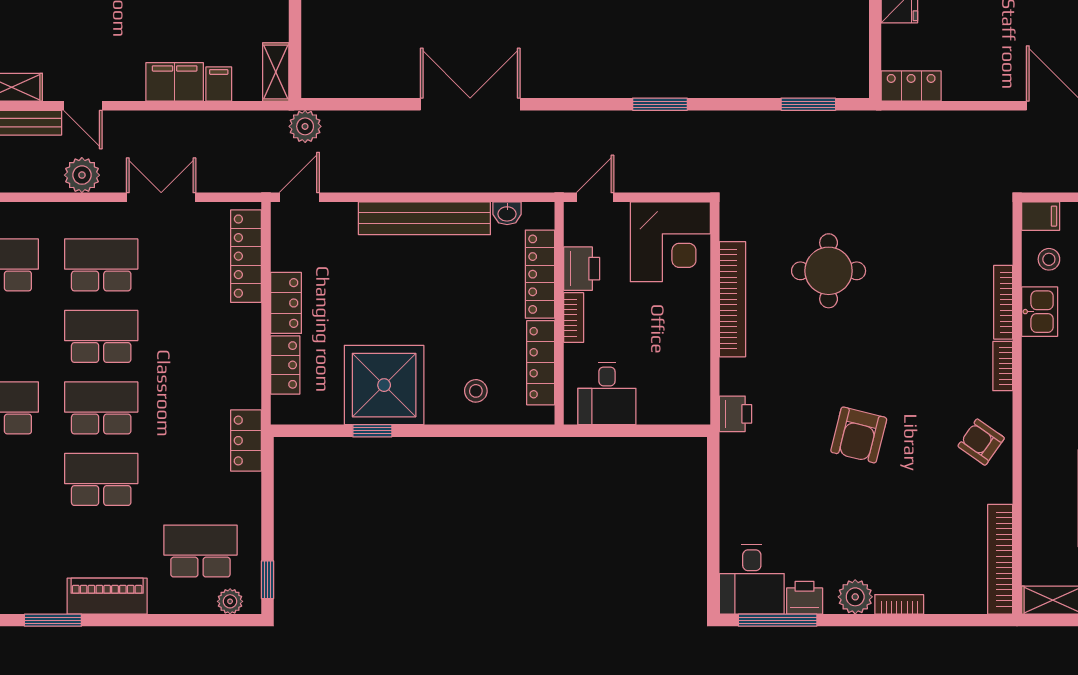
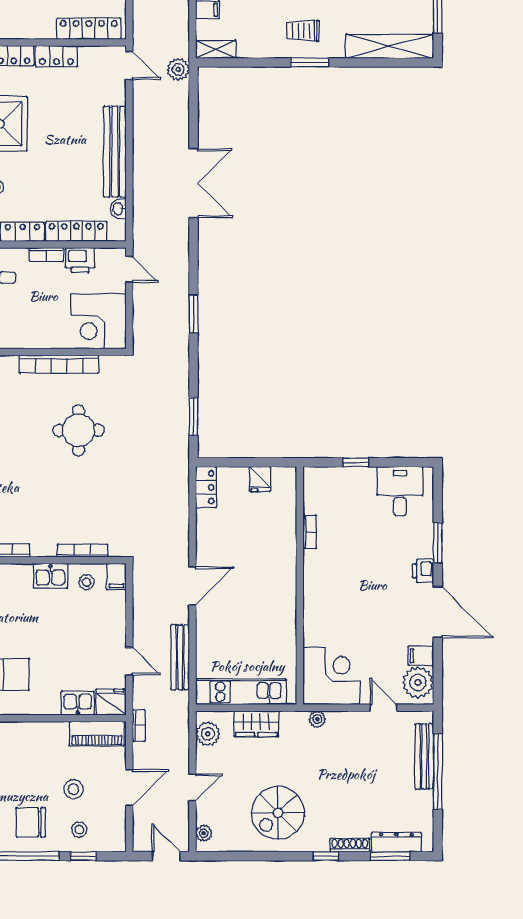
bookcase: (1003, 302) -> (83, 551), moved

